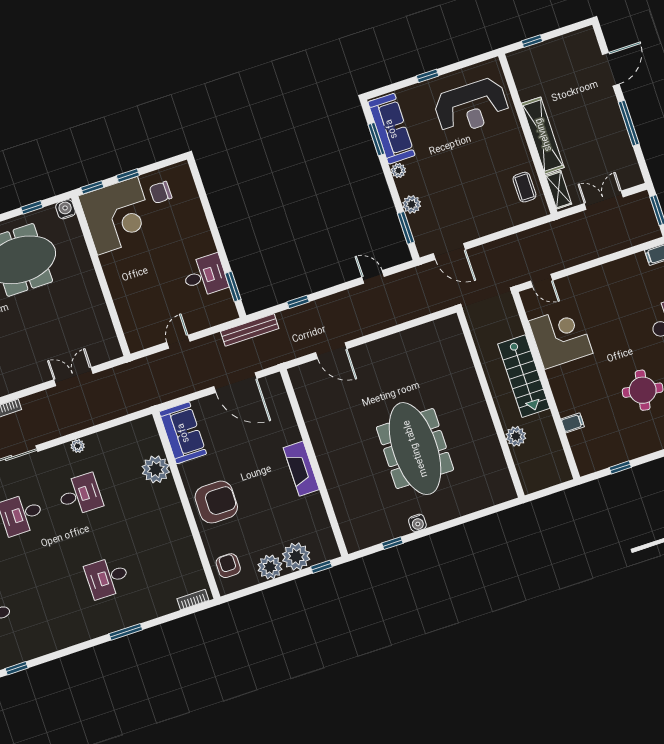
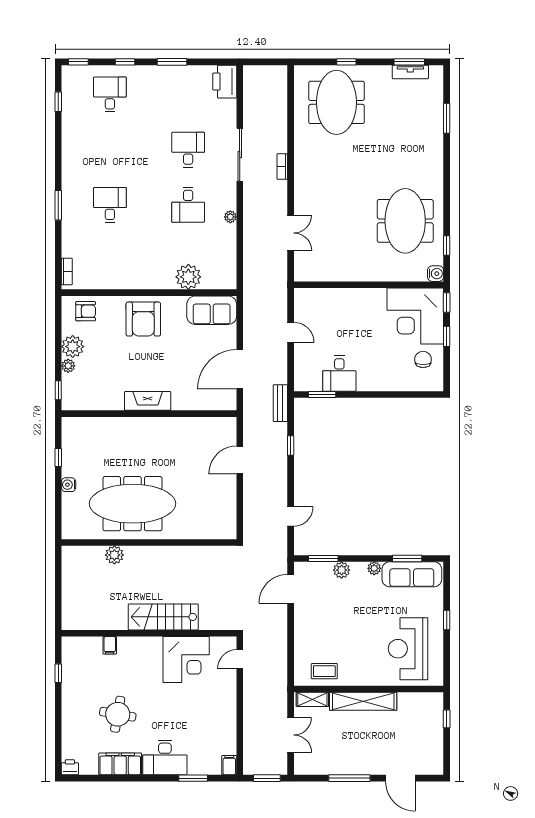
bench: (250, 330) -> (280, 403), width x0.73
wall: (491, 404) -> (149, 543), moved
plant: (516, 436) -> (114, 555), moved
plant: (296, 557) -> (68, 366), width x0.53, depth x0.53

